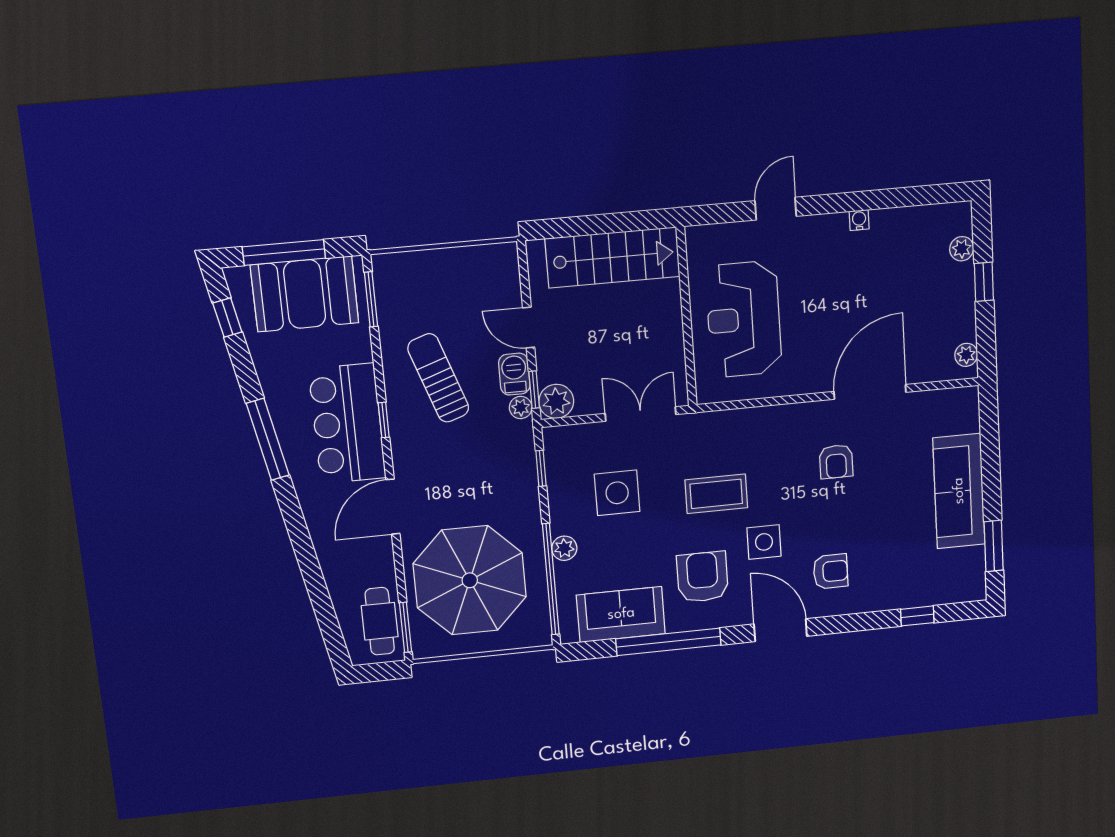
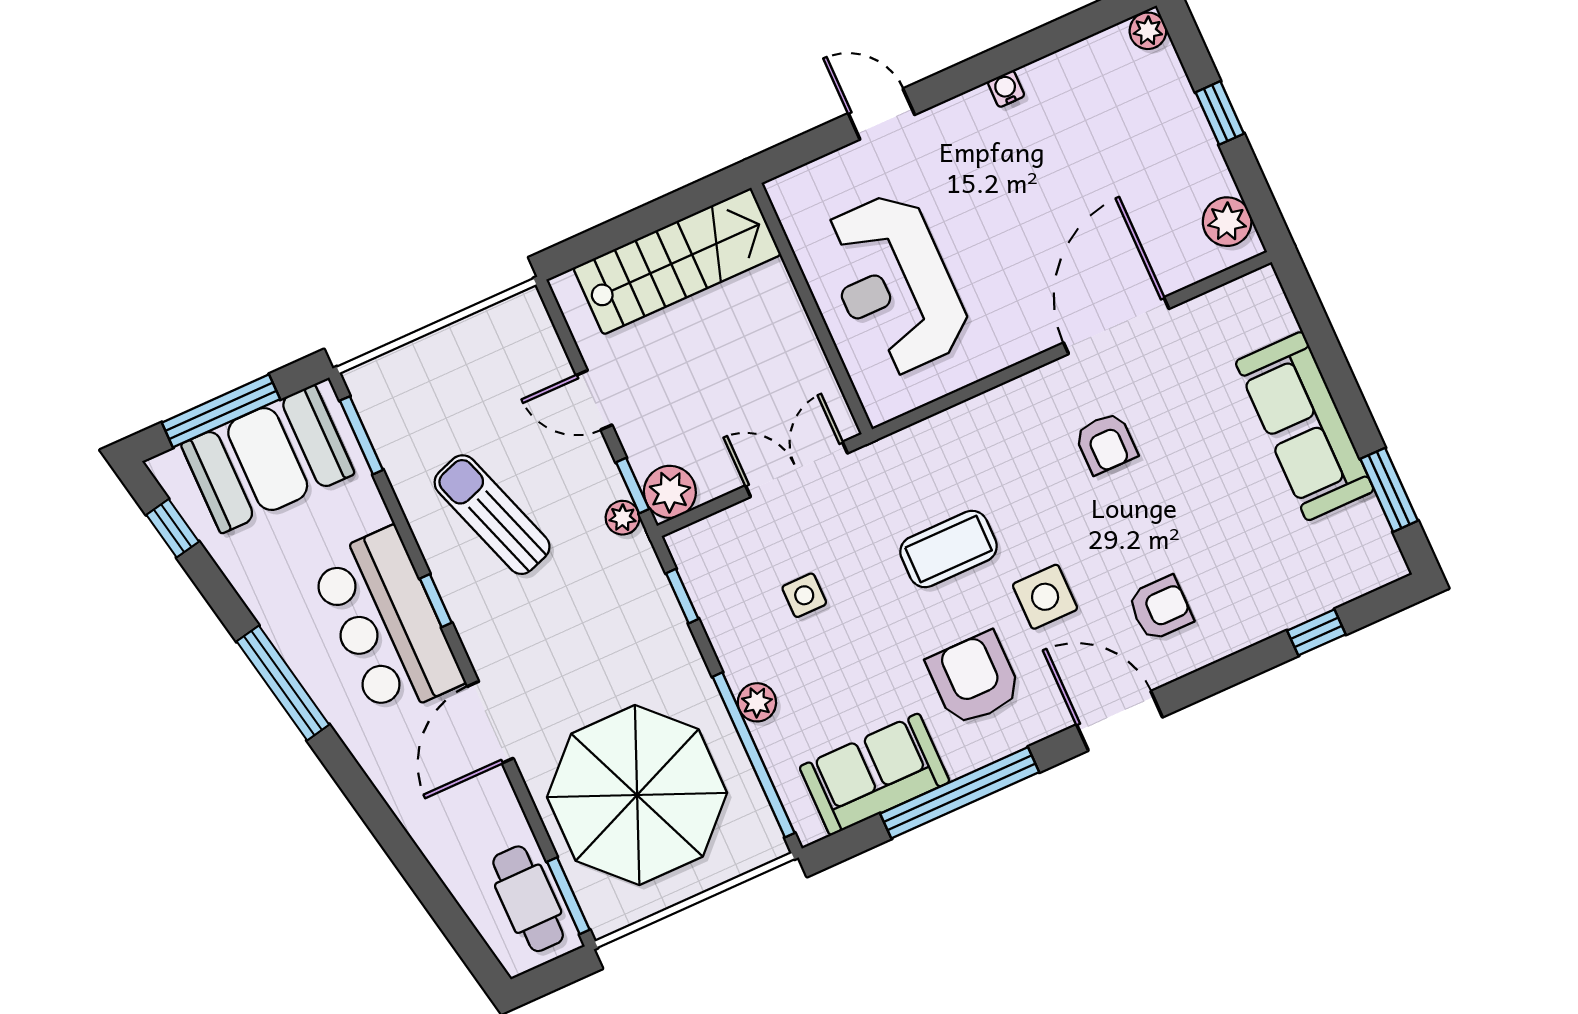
door: (776, 209) -> (881, 114), hinge flipped
plant: (962, 249) -> (1148, 31), moved
plant: (966, 355) -> (1227, 222), width x1.38, depth x1.38
barbecue: (514, 374) -> (597, 473), removed
side table: (617, 493) -> (804, 595), width x0.54, depth x0.54

